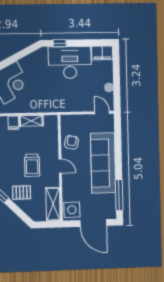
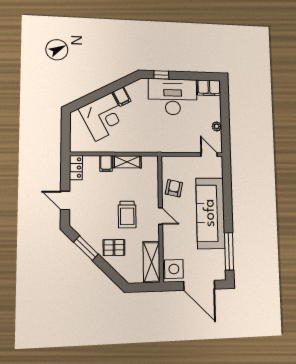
filing cabinet: (25, 64) -> (122, 96), added

